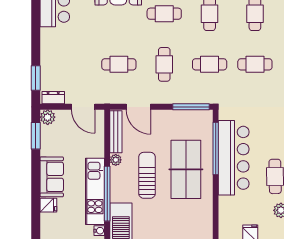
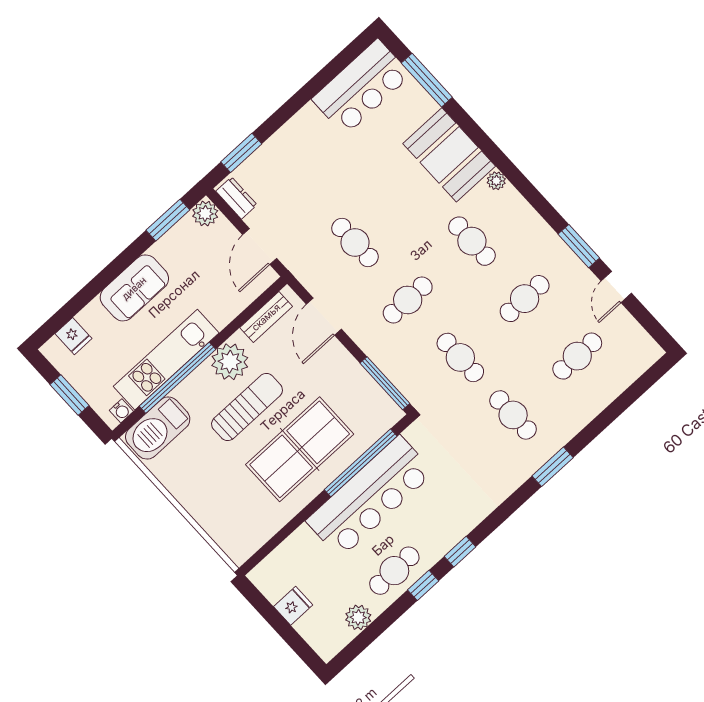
bench: (116, 132) -> (266, 317), width x0.73
plant: (116, 160) -> (230, 362), width x1.87, depth x1.87
fridge: (48, 205) -> (74, 336), moved

